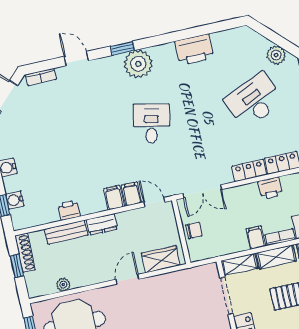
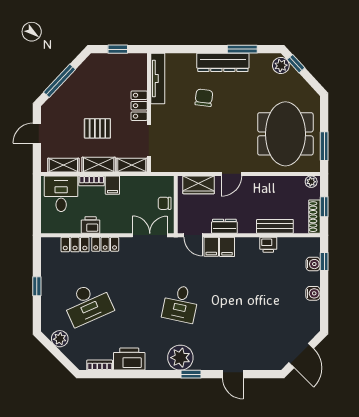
bookcase: (41, 77) -> (100, 365), moved
dresser: (102, 224) -> (224, 226), moved
plant: (63, 285) -> (311, 182), moved

